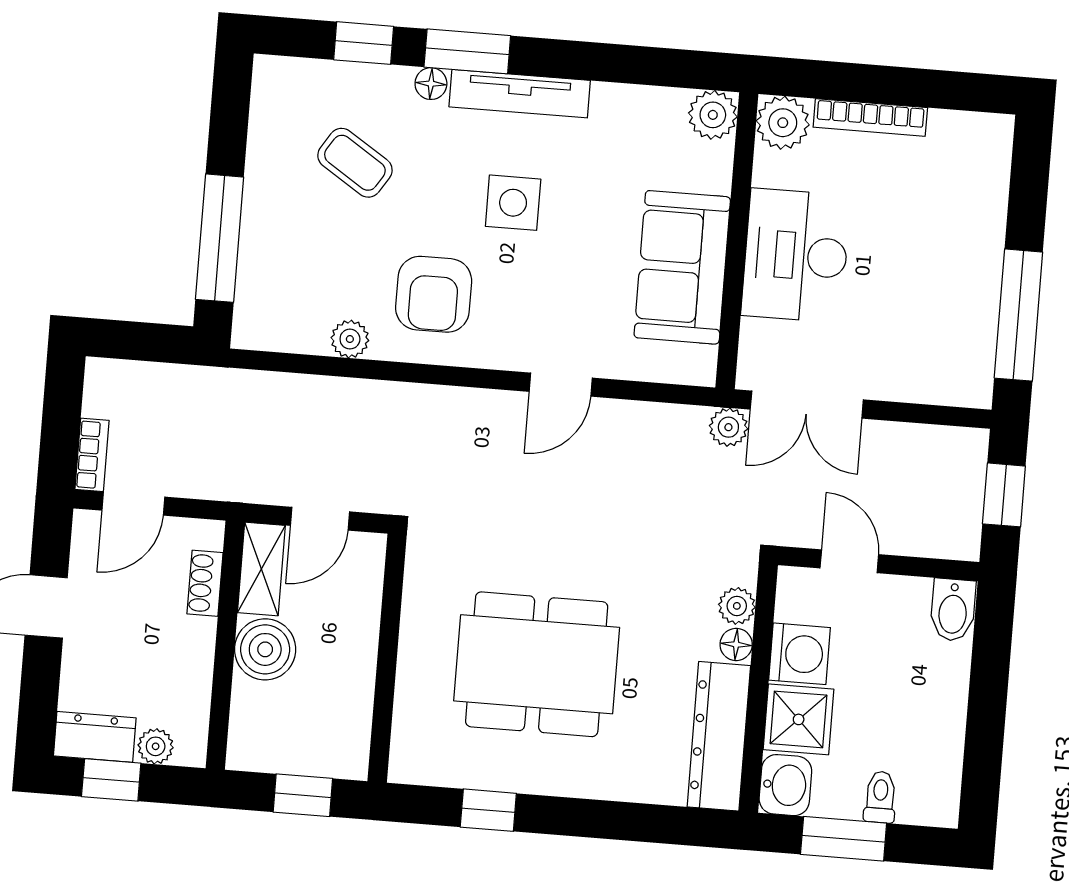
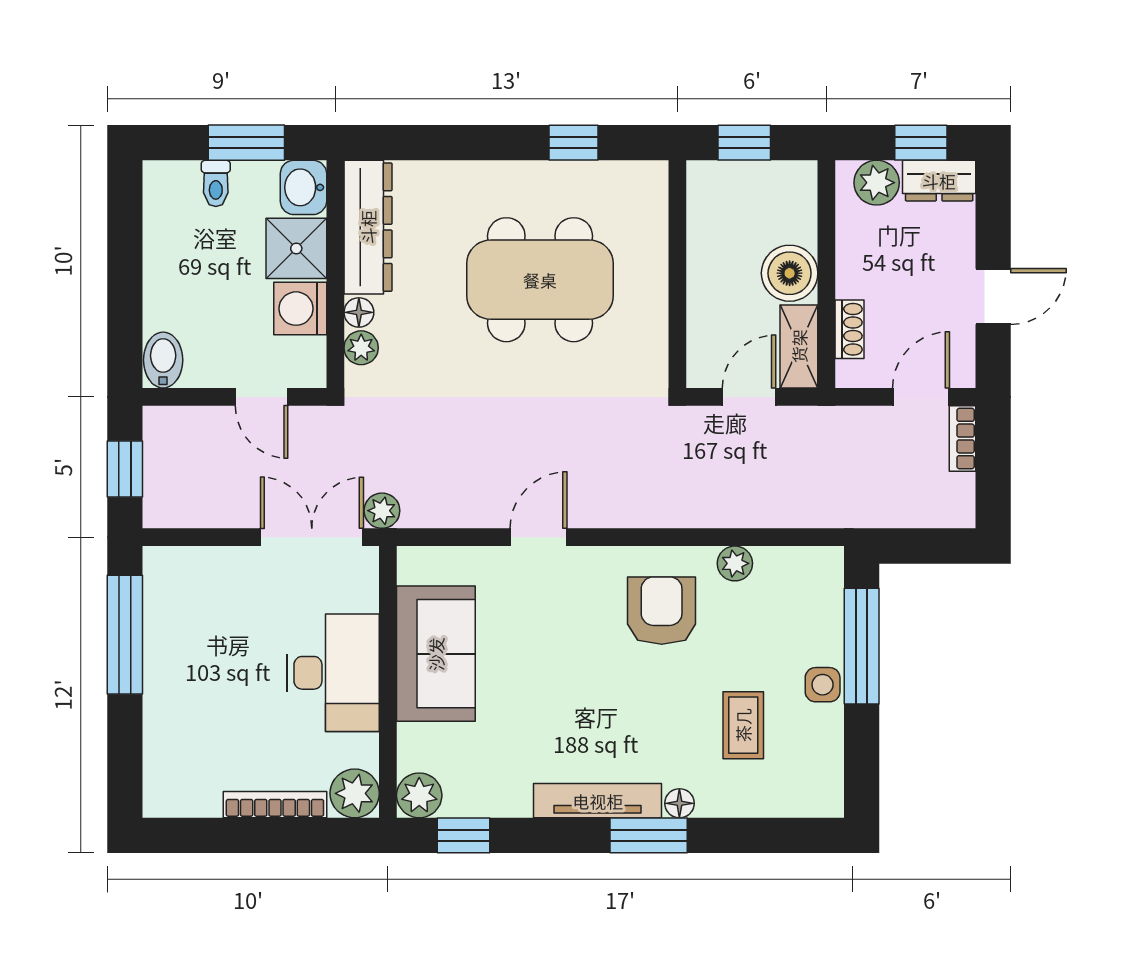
window: (364, 43) -> (464, 835), moved
coffee table: (355, 163) -> (743, 725), turned 57
side table: (513, 203) -> (823, 685), moved, width x0.73, depth x0.73
plant: (156, 746) -> (877, 183), width x1.38, depth x1.38

